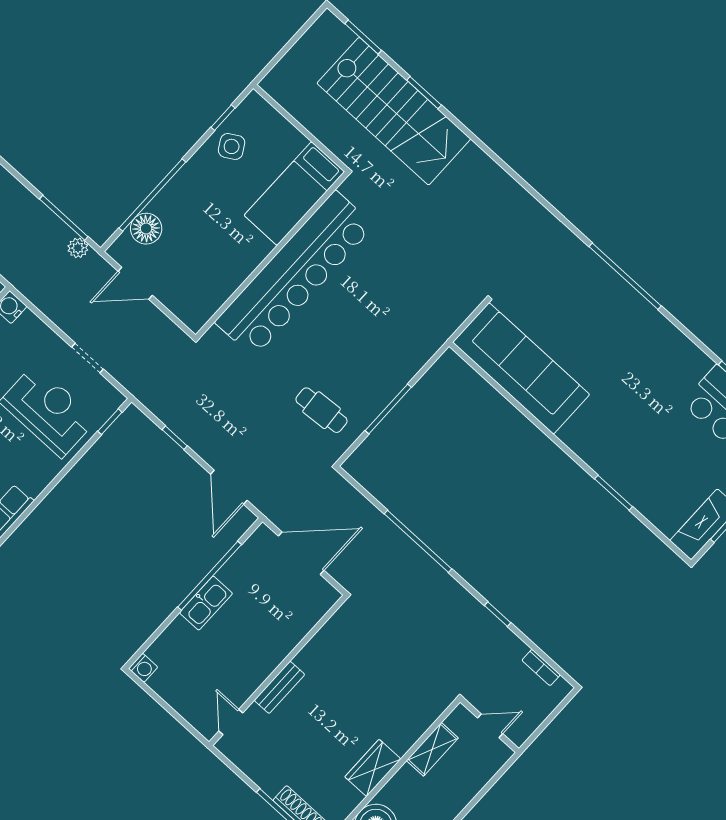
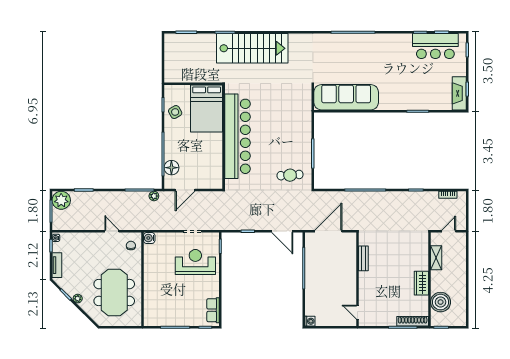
stairs: (394, 111) -> (252, 48), moved
bed: (294, 194) -> (207, 108), width x1.50
kitchen sink: (206, 603) -> (311, 279), removed
bench: (279, 687) -> (363, 258), moved

